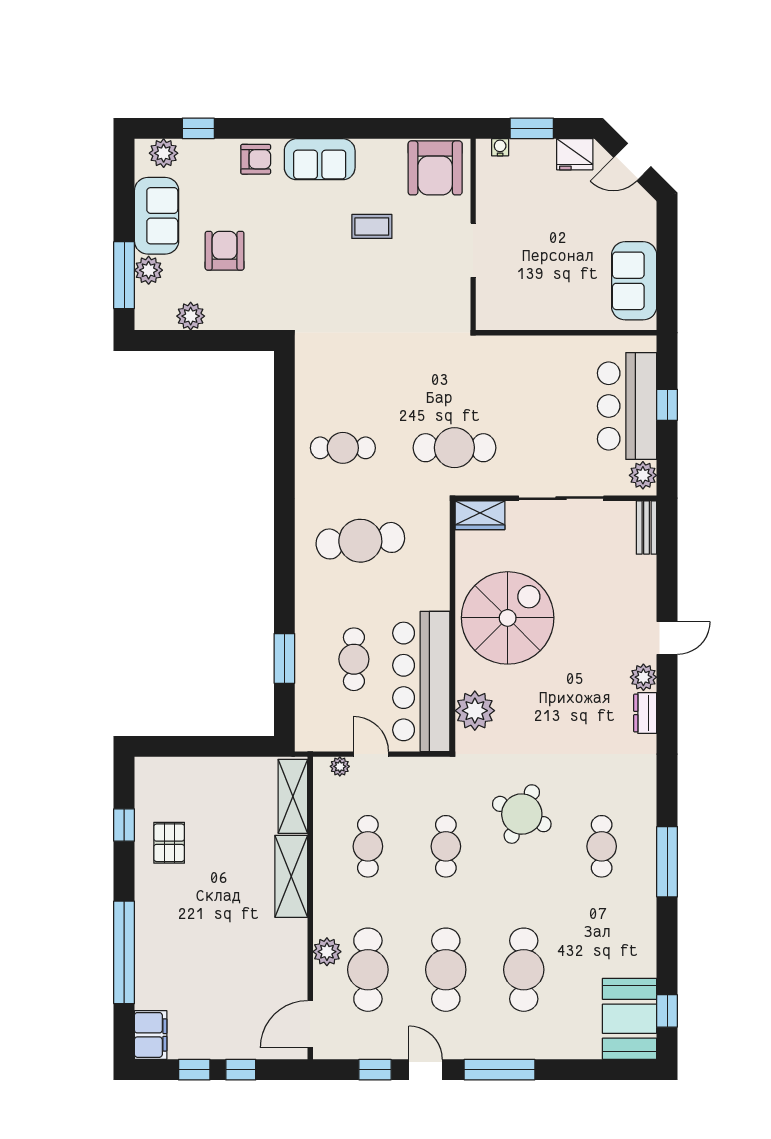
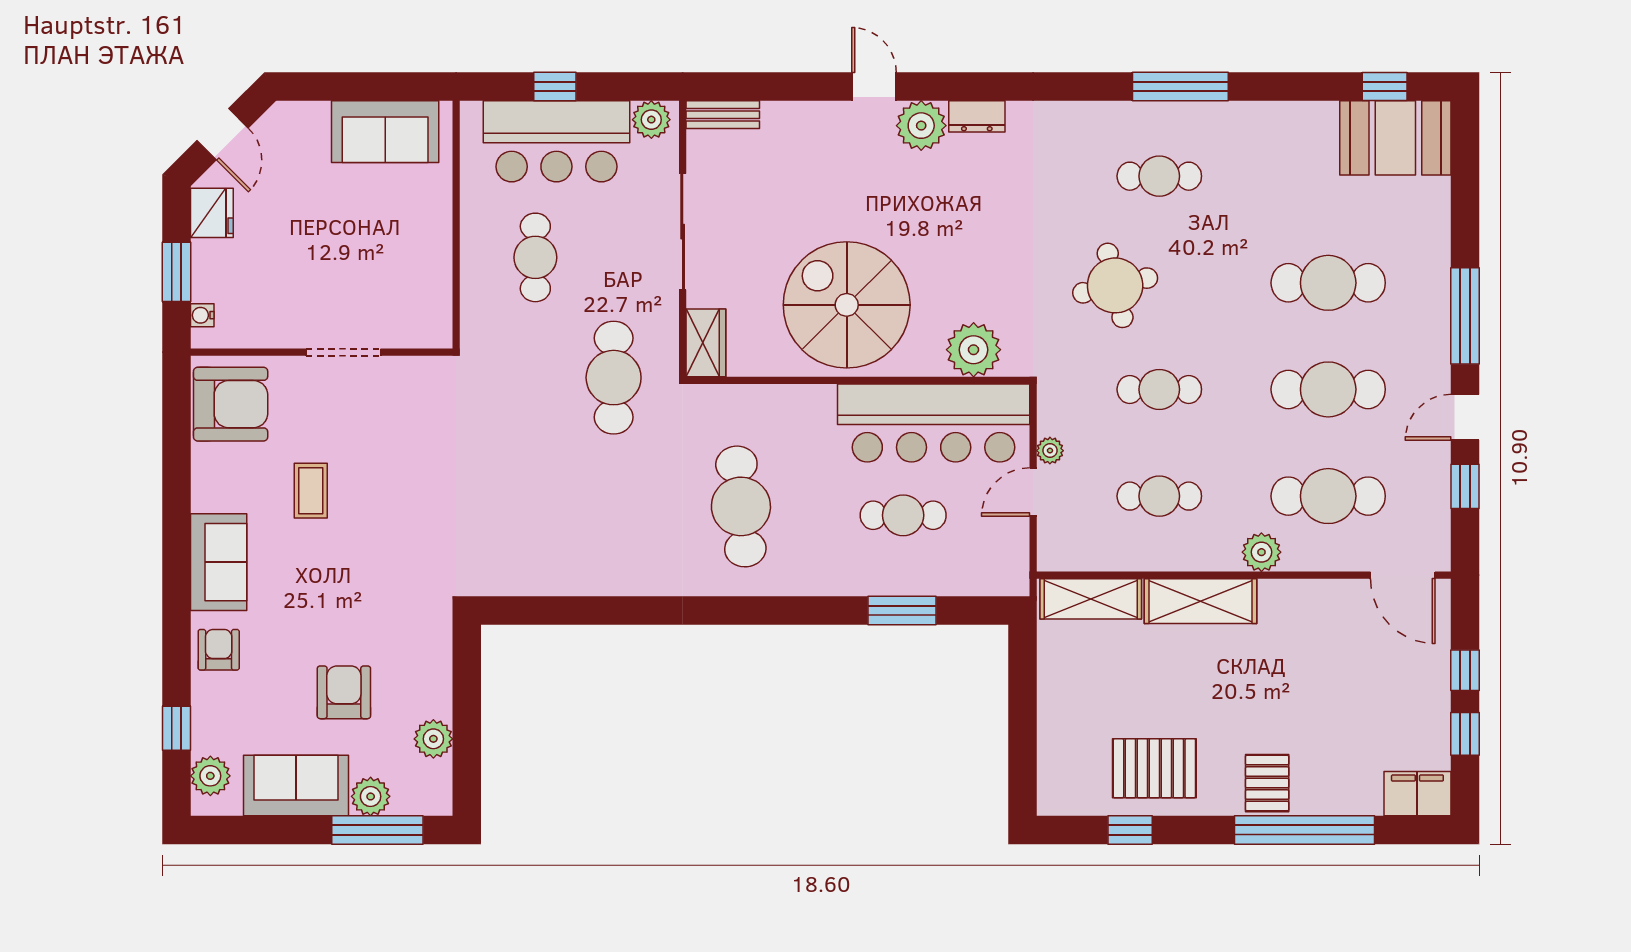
armchair: (225, 251) -> (344, 692), turned 90
cafe table: (343, 448) -> (535, 257), moved
plant: (643, 677) -> (921, 126), width x1.36, depth x1.36
plant: (340, 766) -> (1050, 451), moved
round table: (522, 814) -> (1115, 285), turned -38
pallet: (169, 843) -> (1154, 768), width x1.50, depth x1.42
pallet: (158, 925) -> (1267, 783), added
plant: (327, 952) -> (1261, 552), moved

